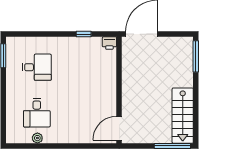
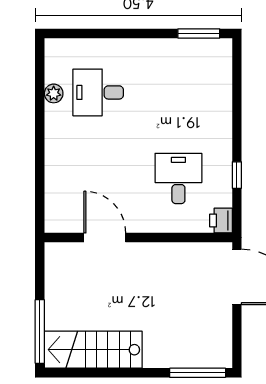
desk: (37, 67) -> (178, 178), moved, turned 180
door: (119, 128) -> (105, 237), moved

